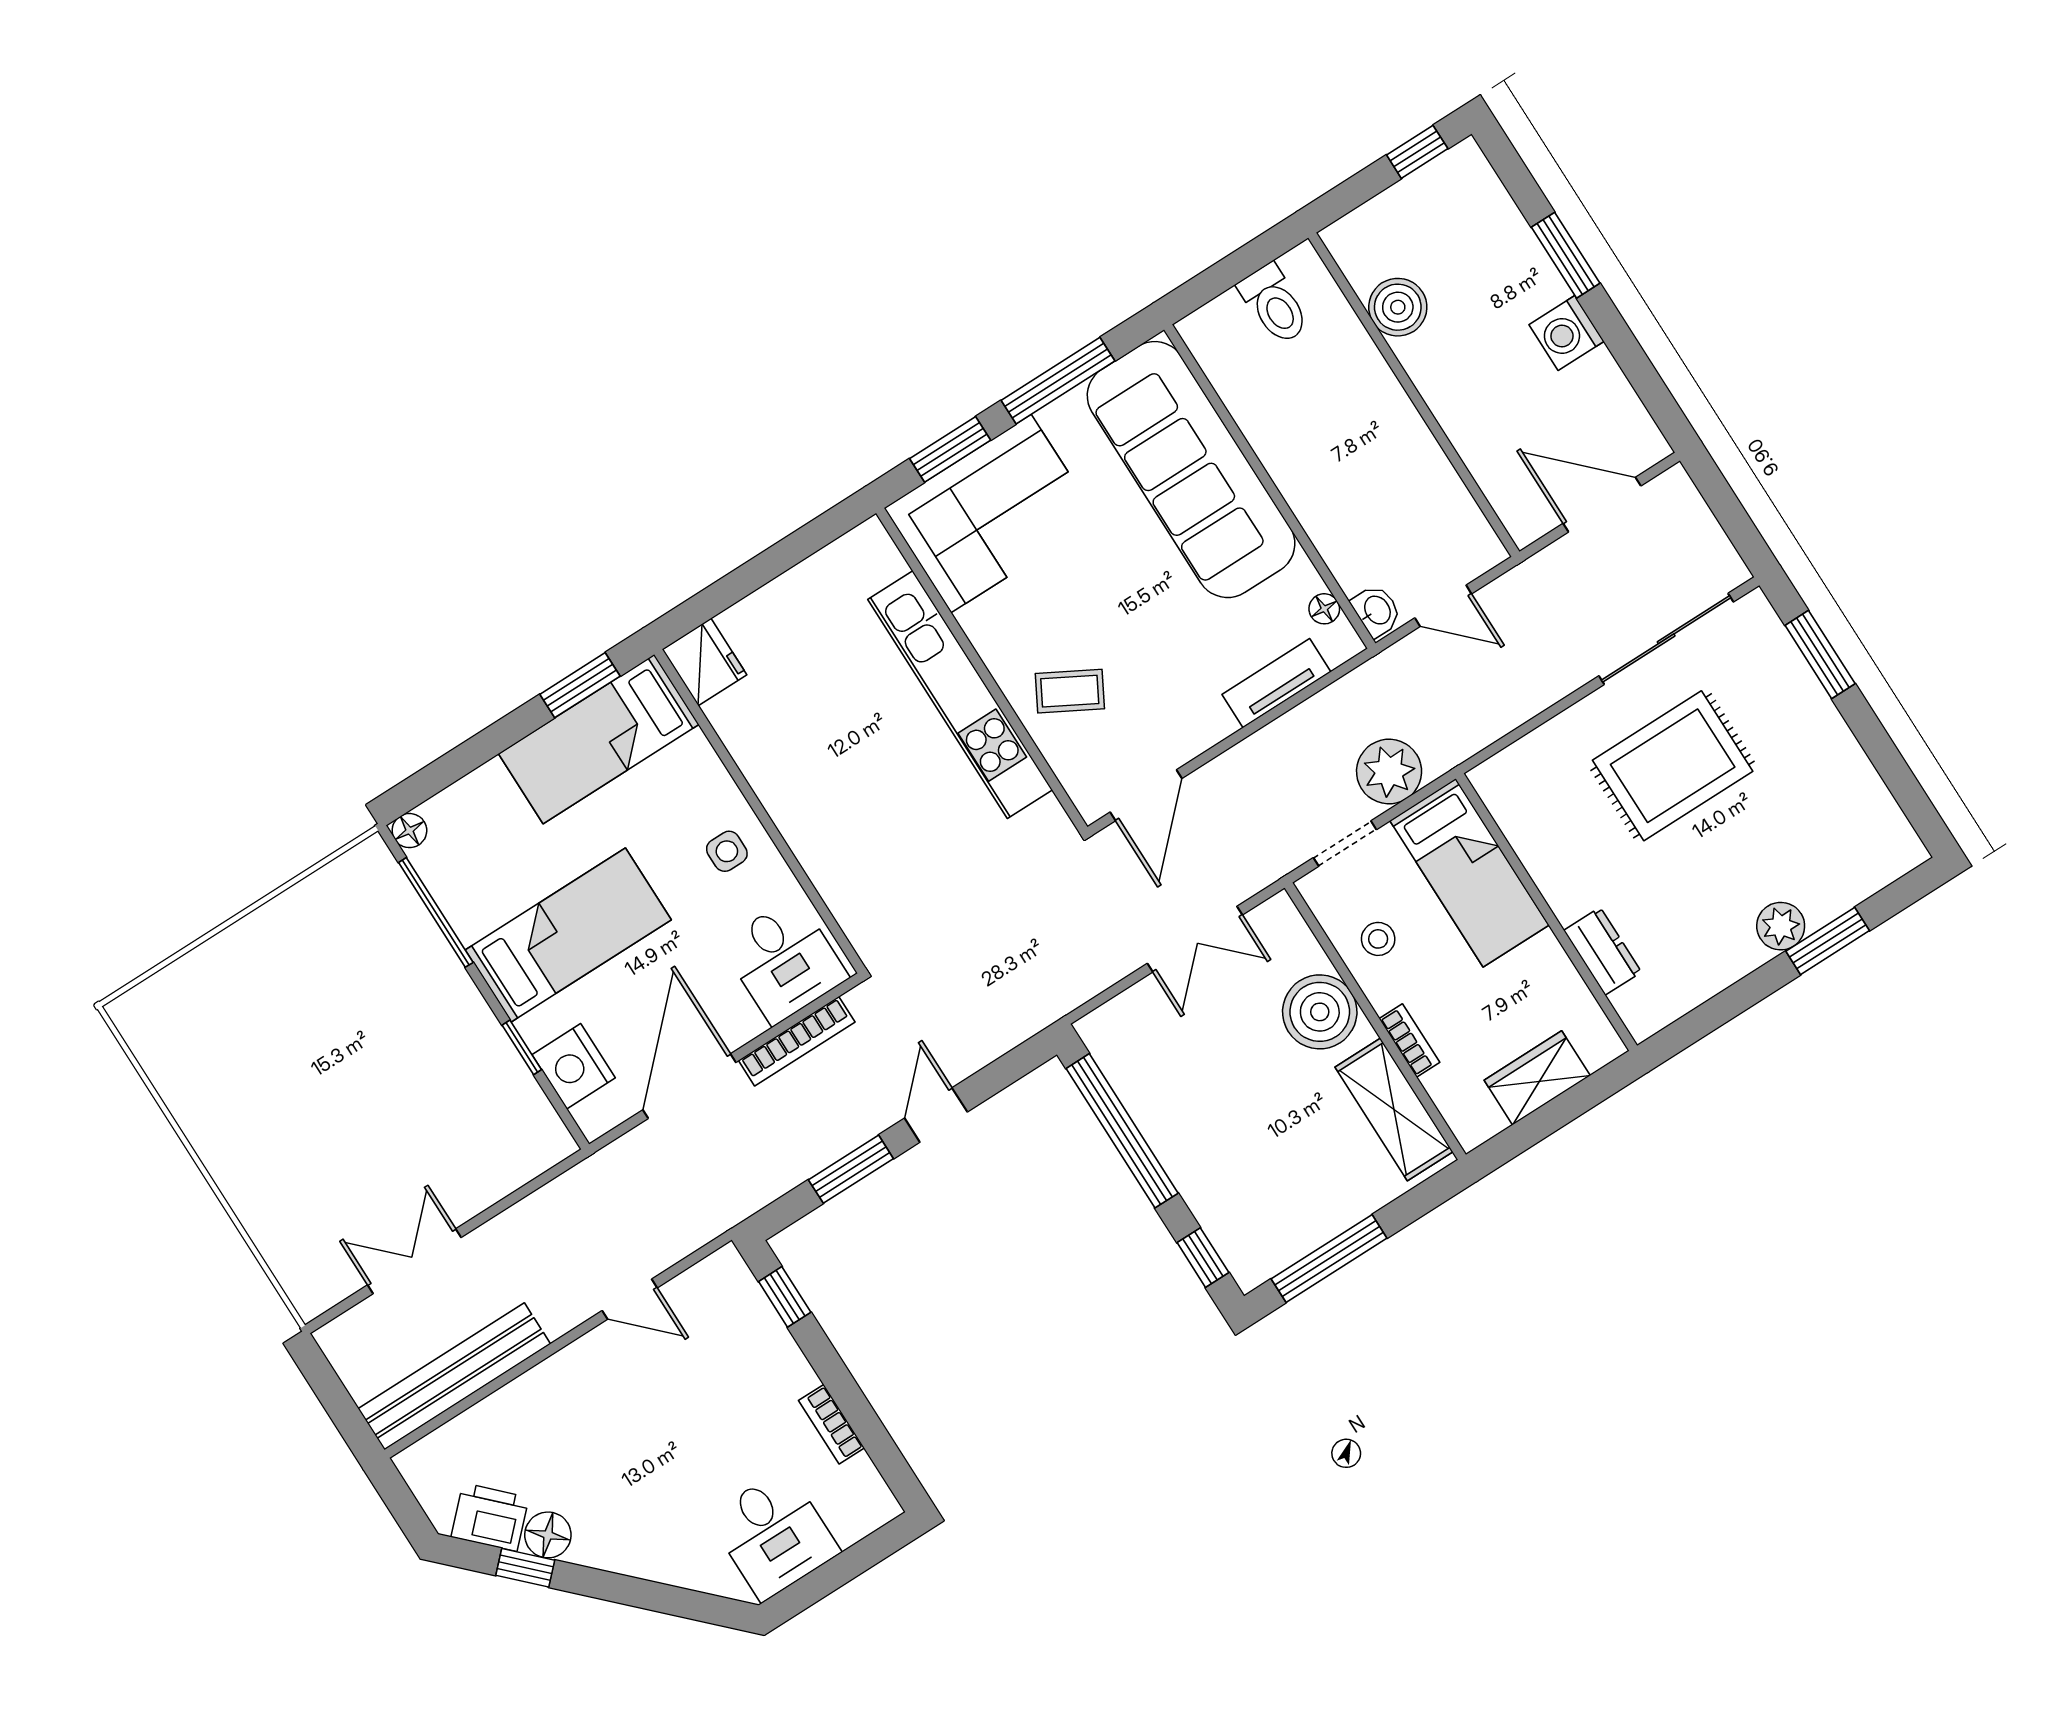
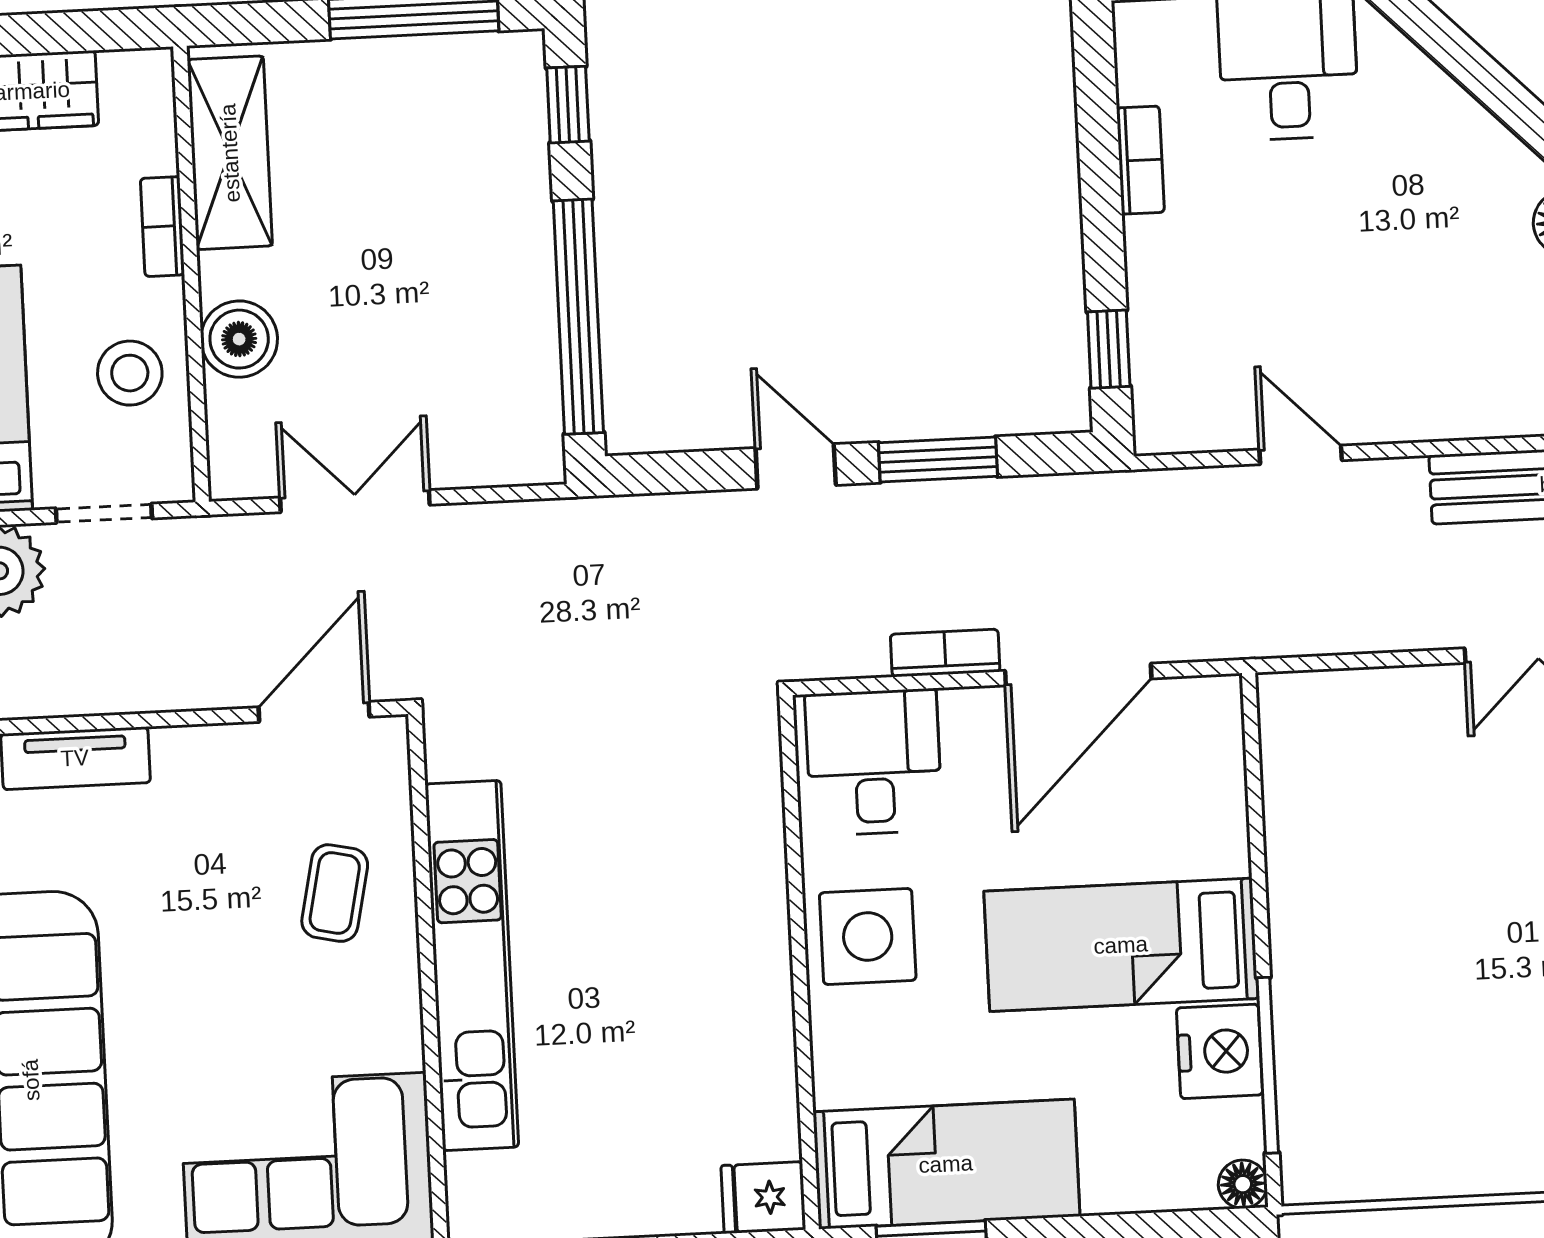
fridge: (705, 662) -> (763, 1198), width x0.72
coffee table: (1070, 691) -> (335, 893), turned 73
side table: (727, 851) -> (868, 937), width x1.87, depth x1.87
stool: (1378, 939) -> (130, 373), width x1.37, depth x1.37
boiler: (1320, 1012) -> (239, 339), width x0.73, depth x0.73
bookcase: (797, 1041) -> (945, 653), width x0.64
window: (522, 1047) -> (1257, 839), removed
nightstand: (574, 1066) -> (1220, 1051), moved
door: (936, 1115) -> (796, 466), swing flipped

